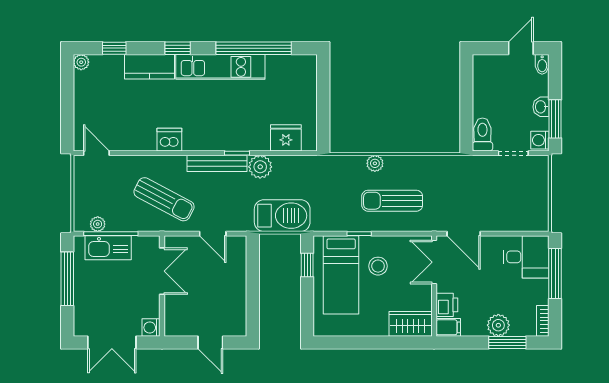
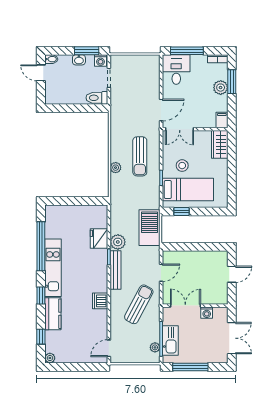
fridge: (286, 138) -> (99, 238), moved
printer: (447, 305) -> (207, 121), removed
washing machine: (151, 328) -> (207, 313), moved

